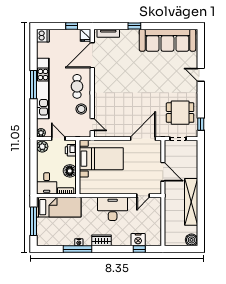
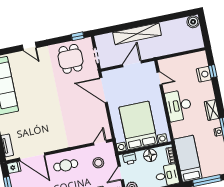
door: (201, 75) -> (29, 46), hinge flipped
stool: (81, 109) -> (98, 163), moved
bed with nightstands: (101, 159) -> (138, 126), width x1.36
shelving: (191, 202) -> (137, 34), moved

